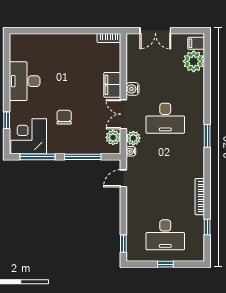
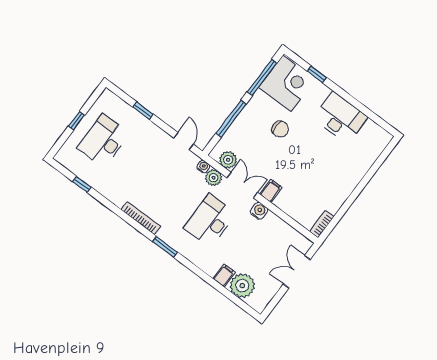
filing cabinet: (196, 43) -> (224, 275), moved
filing cabinet: (112, 85) -> (271, 191), width x0.50
bookcase: (200, 197) -> (141, 218), moved
window: (123, 244) -> (143, 111), moved

